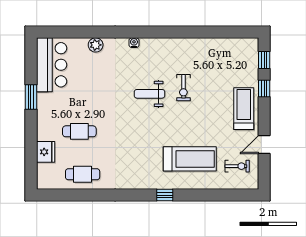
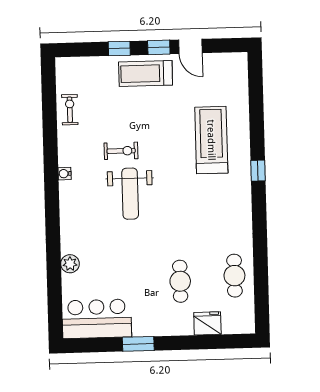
water cooler: (134, 43) -> (65, 174), moved
window: (264, 60) -> (159, 47), moved
weight bench: (150, 94) -> (130, 194), width x1.36, depth x1.33
exercise bike: (237, 166) -> (70, 110), moved

